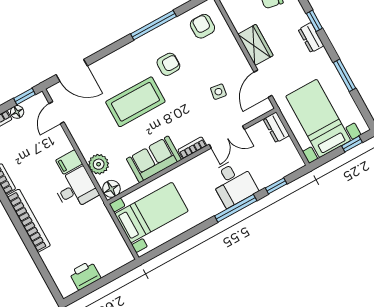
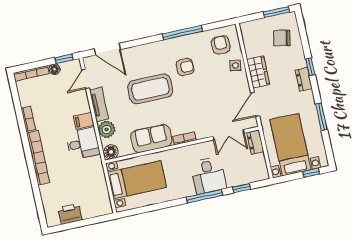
side table: (218, 92) -> (235, 65), moved
double door: (227, 137) -> (229, 135), moved
tv unit: (81, 138) -> (99, 105), added

